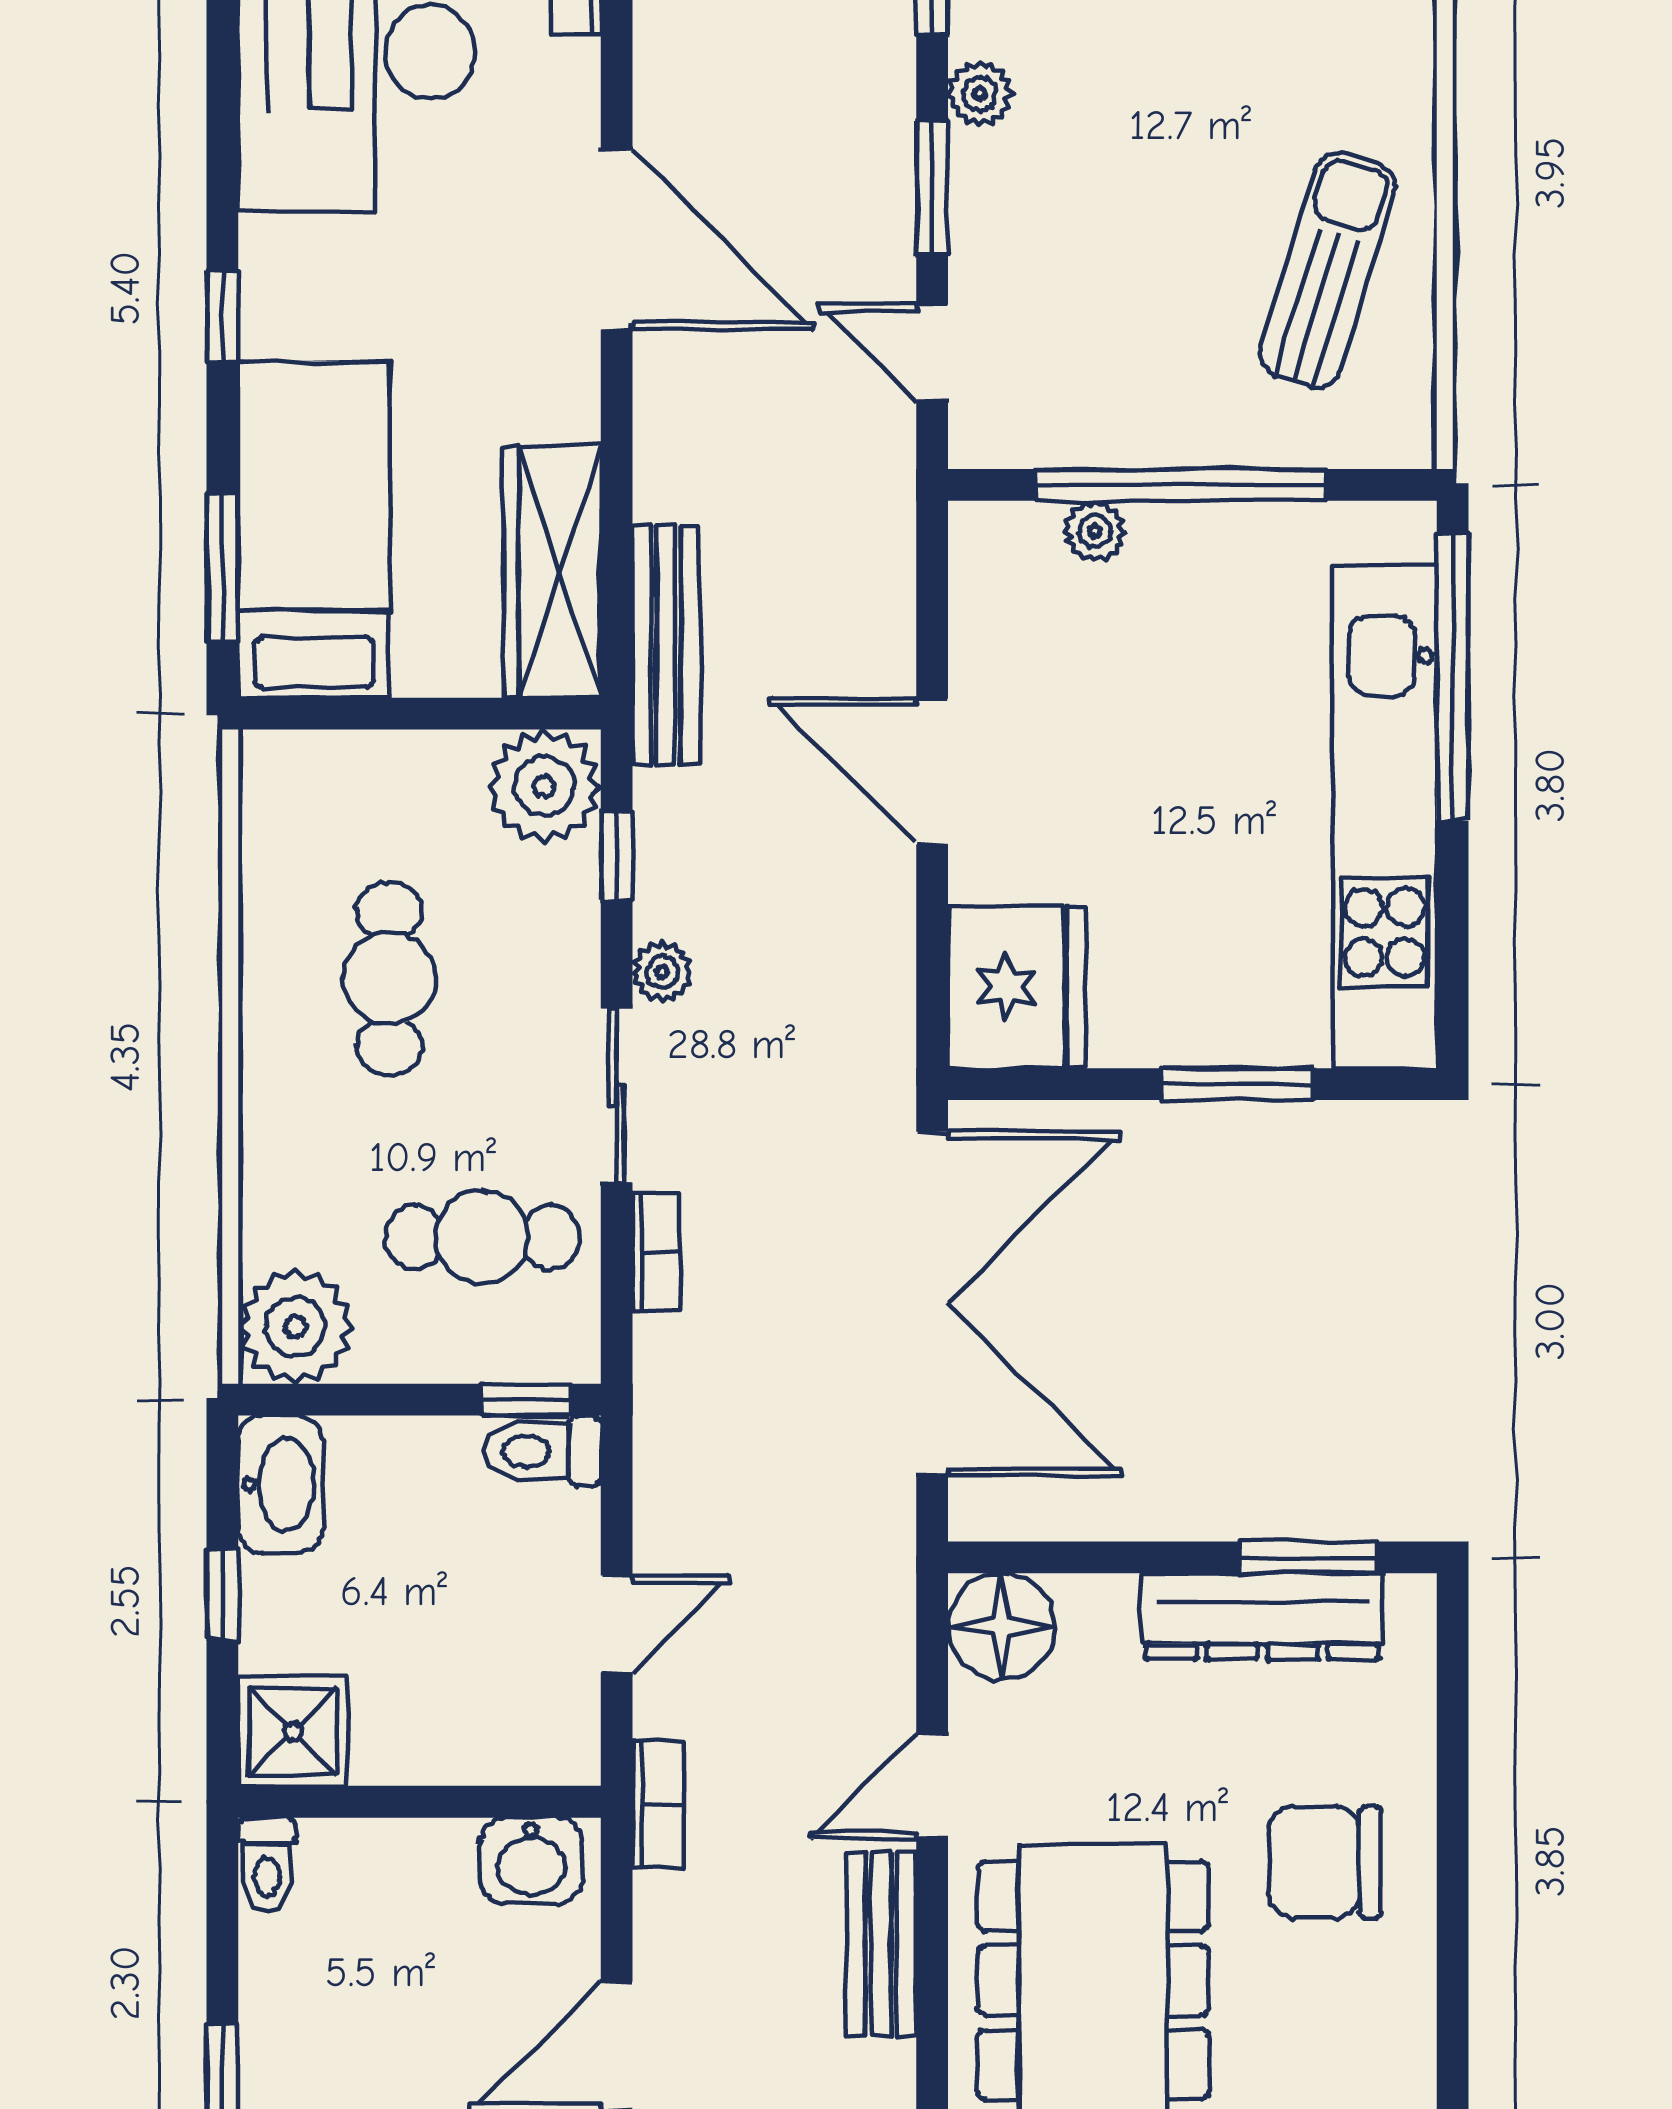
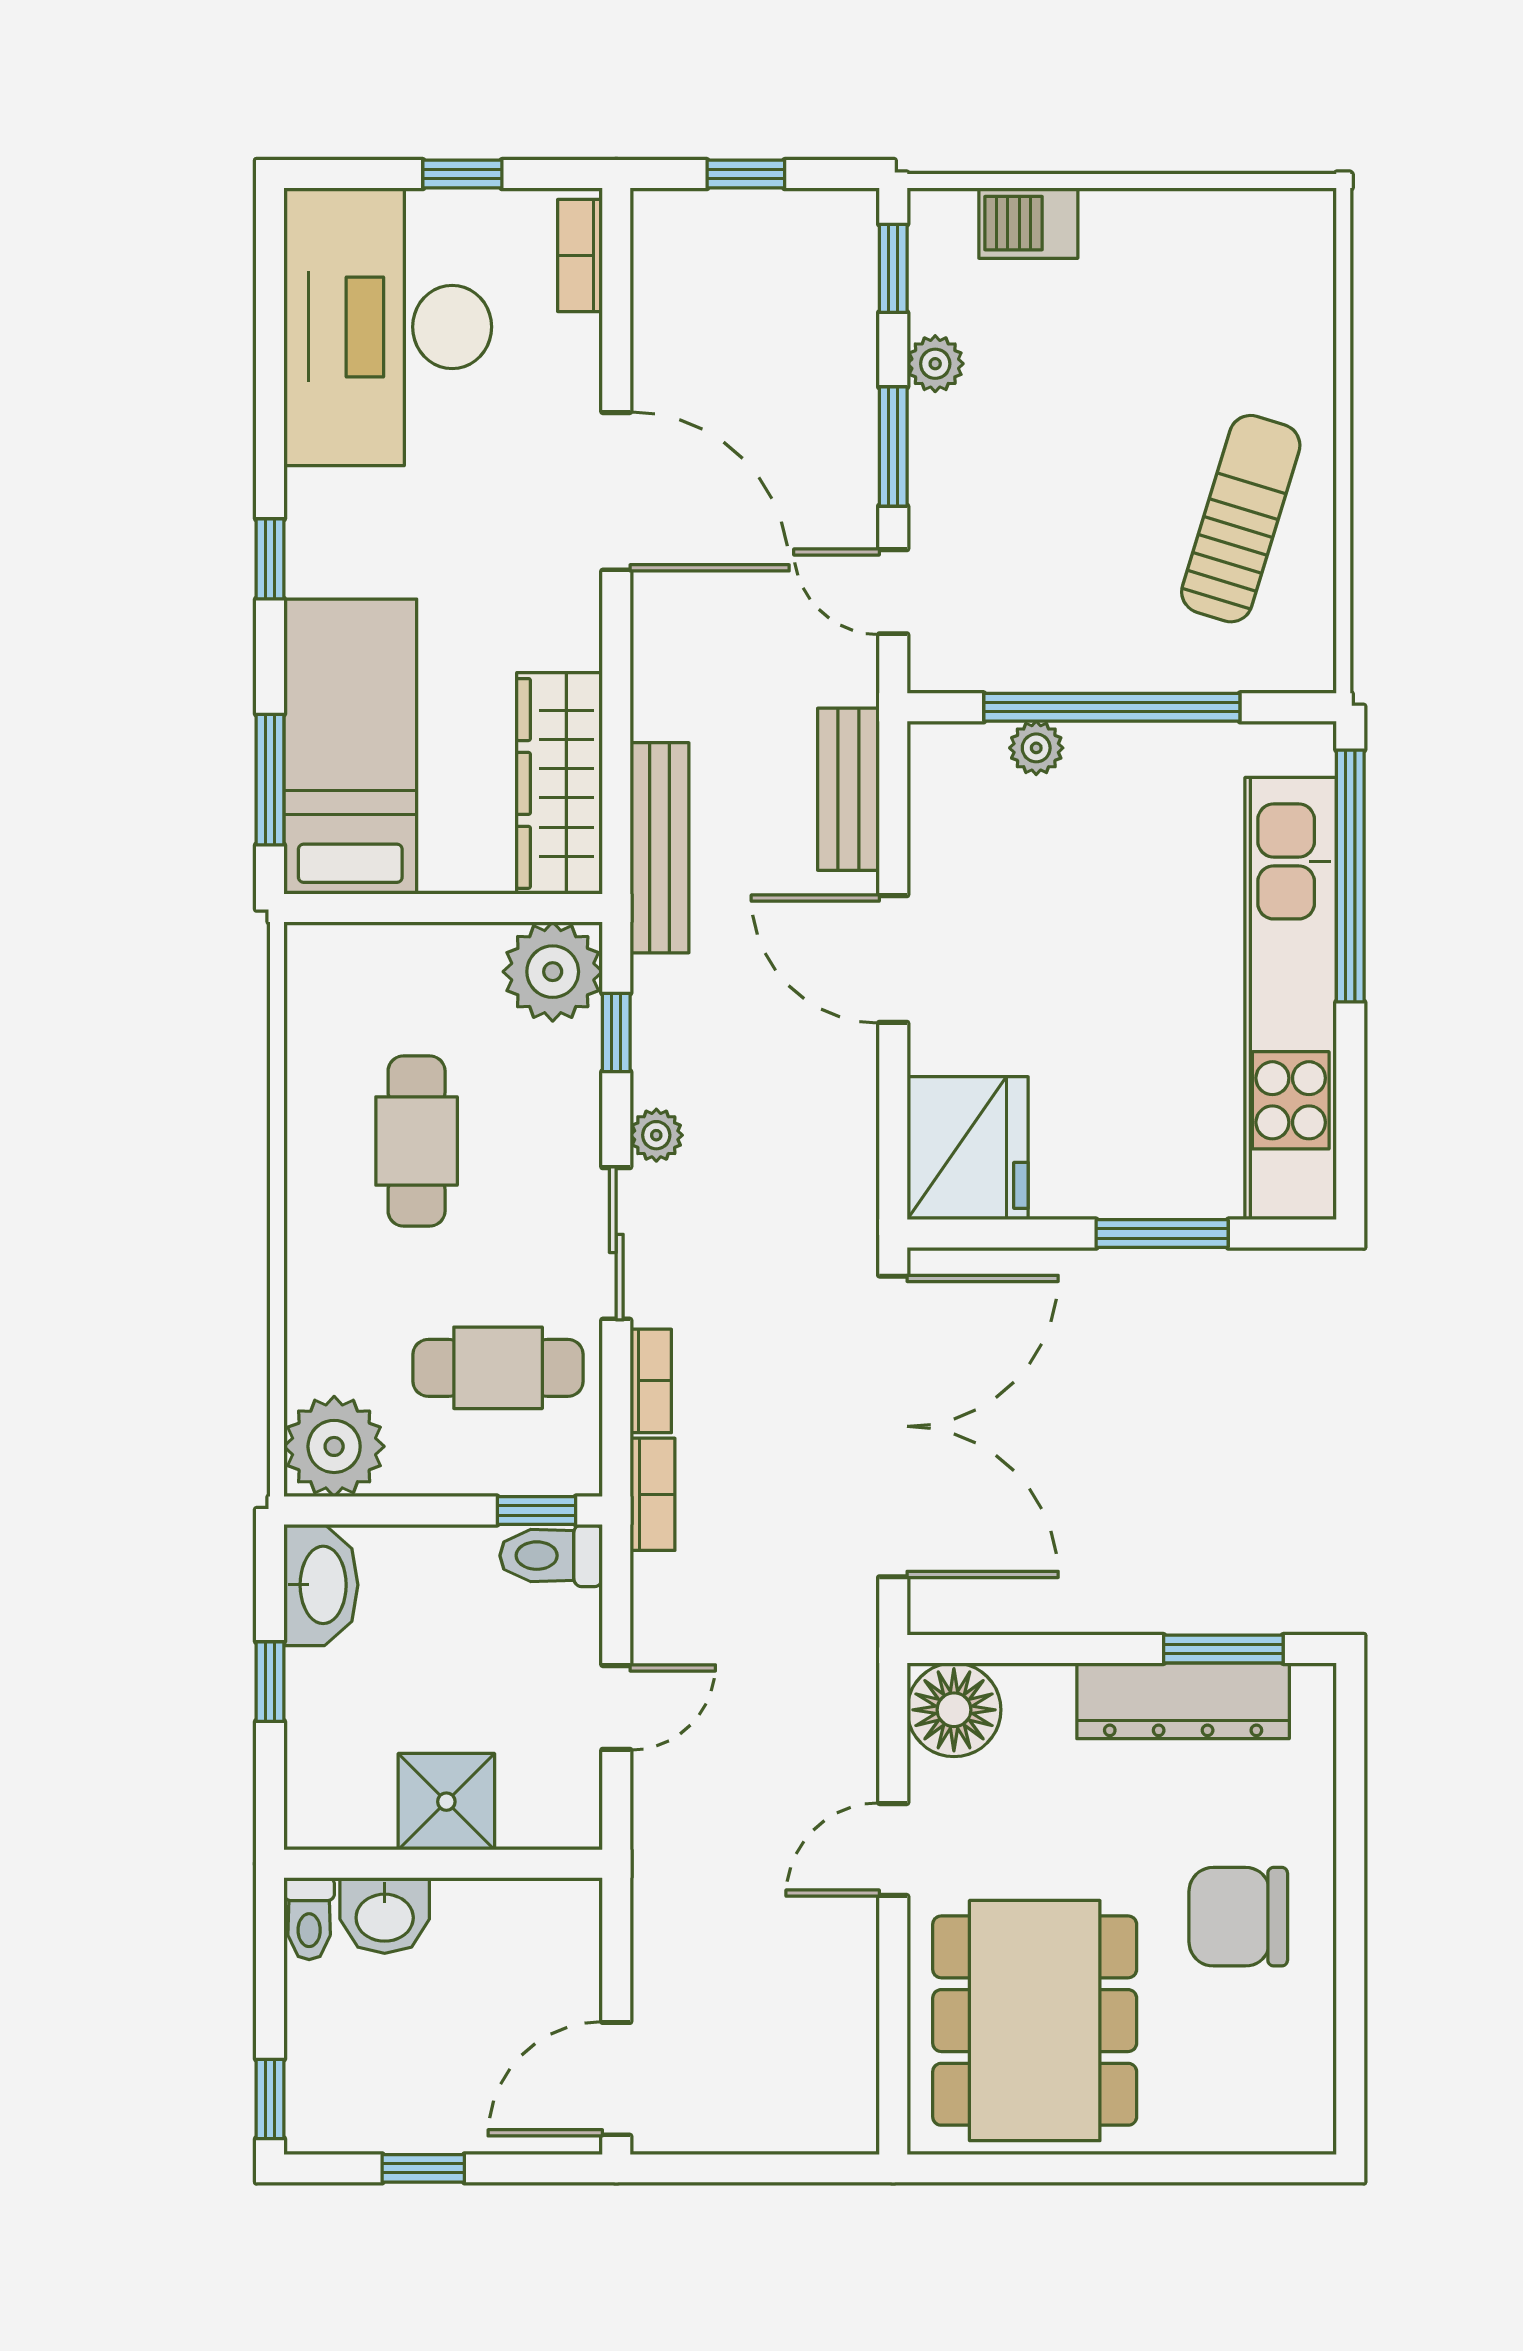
shower: (293, 1731) -> (446, 1802), moved
bookcase: (658, 1804) -> (653, 1494), moved
washbasin: (531, 1861) -> (385, 1915), moved
bench: (881, 1944) -> (848, 789), moved

